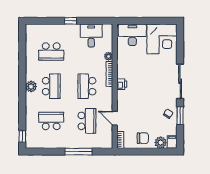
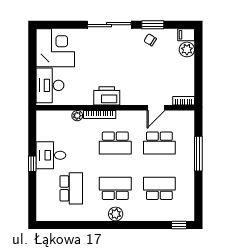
desk: (91, 36) -> (51, 155), moved
printer: (122, 84) -> (107, 96), width x1.87, depth x1.48
school desk: (51, 121) -> (159, 188), turned 90
school desk: (87, 121) -> (159, 143), turned 180
chair: (143, 138) -> (181, 72), removed

